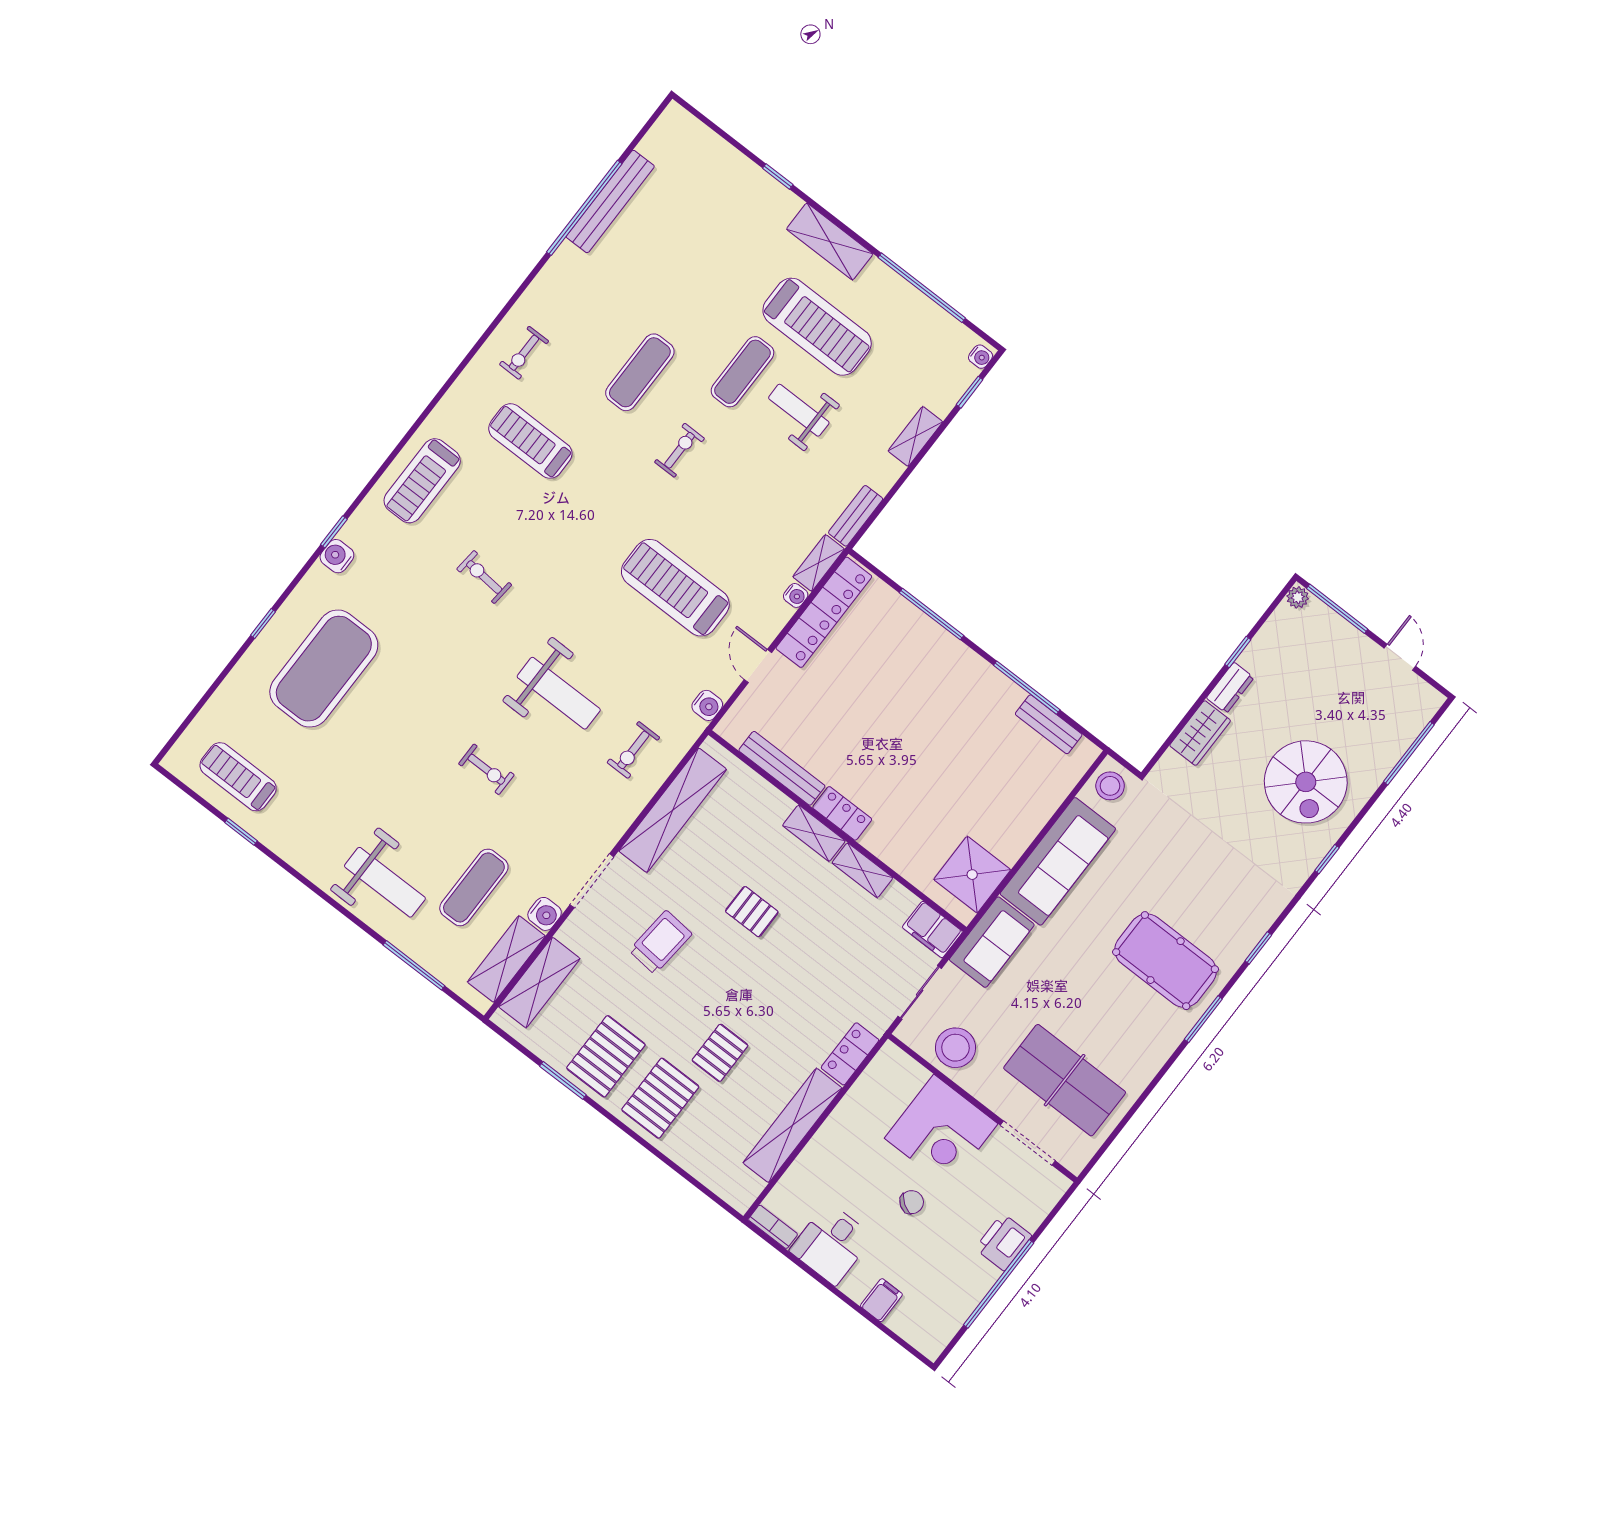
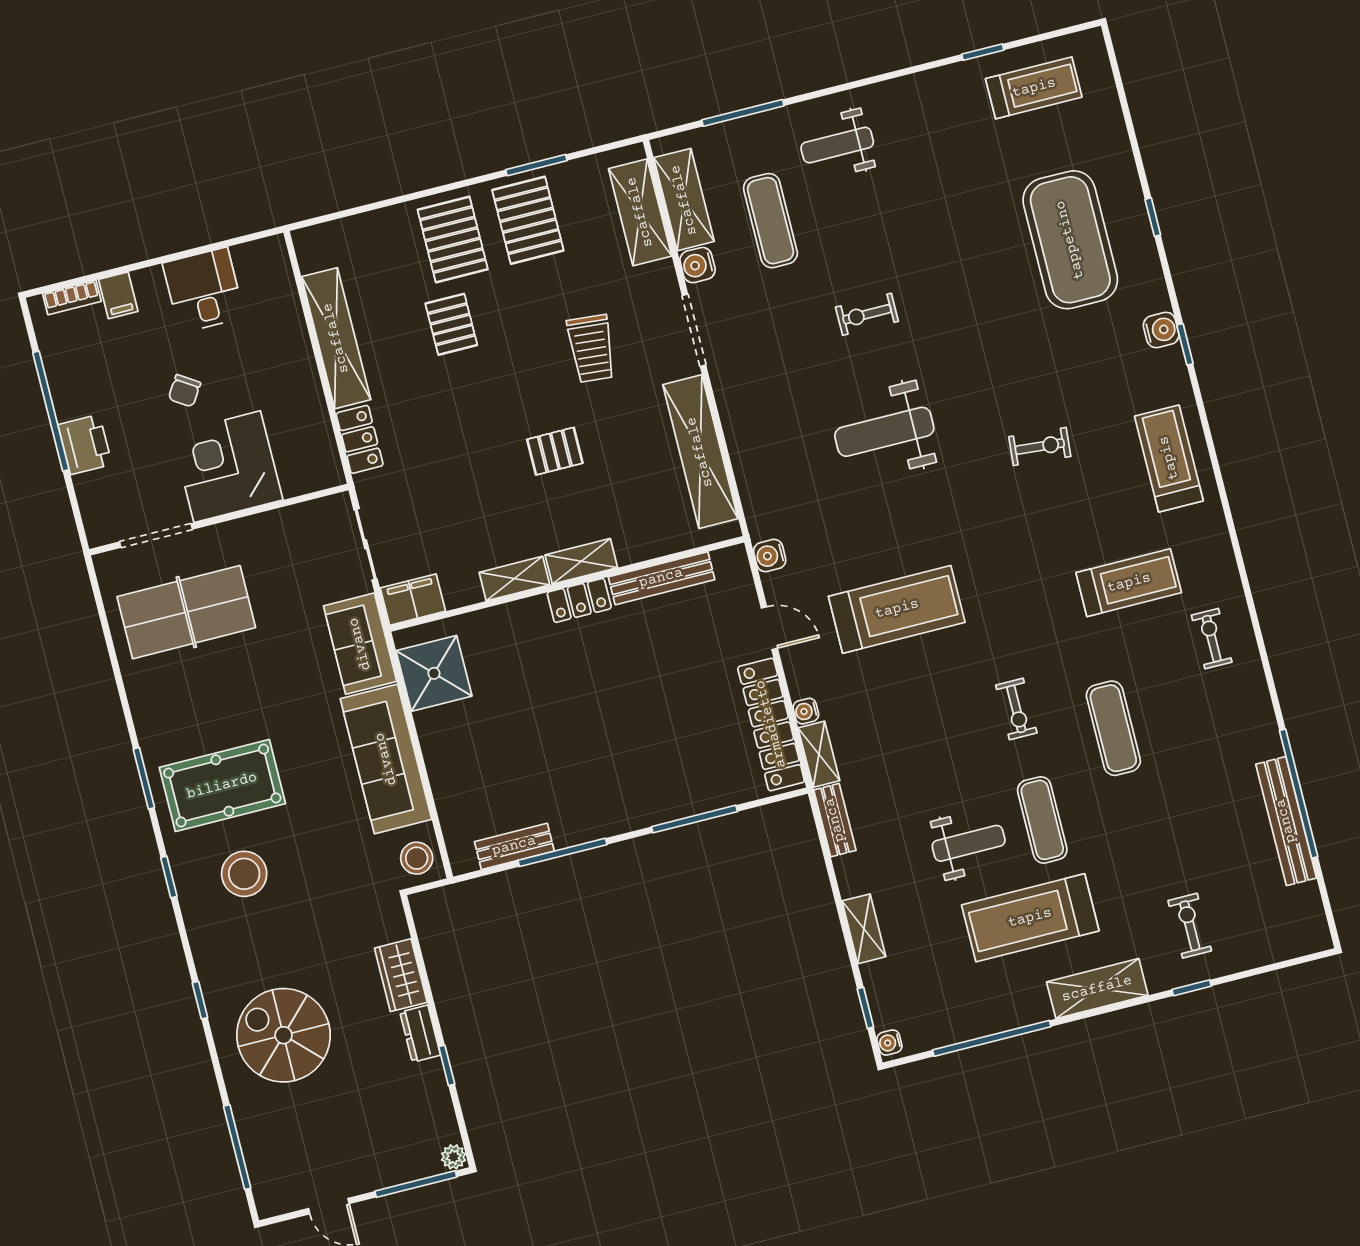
exercise bike: (633, 750) -> (1190, 926), moved
weight bench: (385, 882) -> (837, 145), width x0.73, depth x0.75
stool: (955, 1048) -> (244, 874), moved
bookcase: (773, 1227) -> (72, 297), moved

